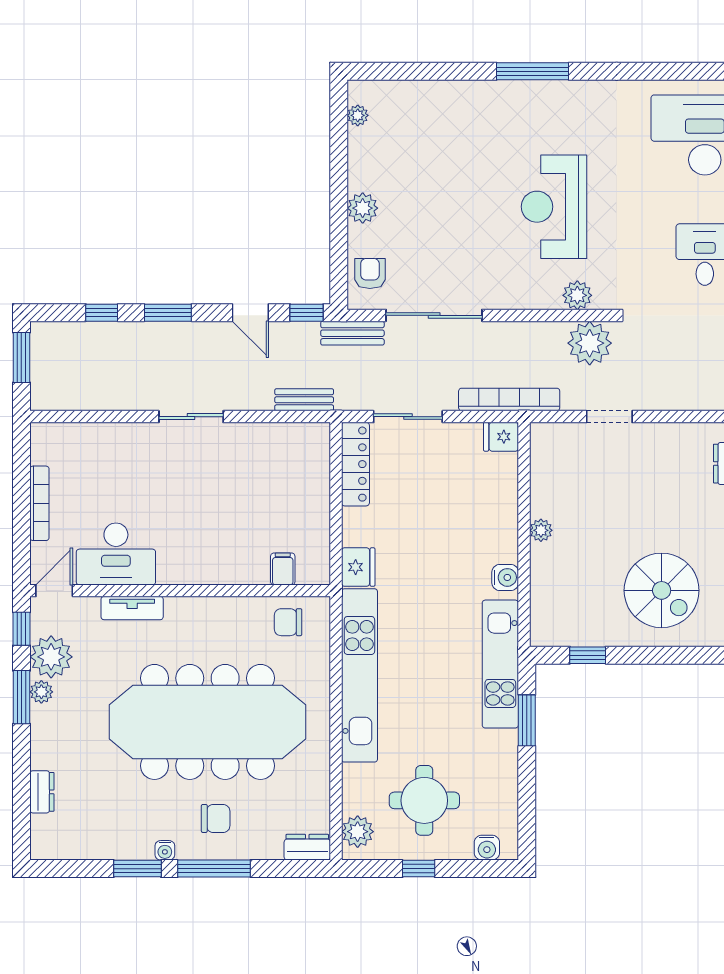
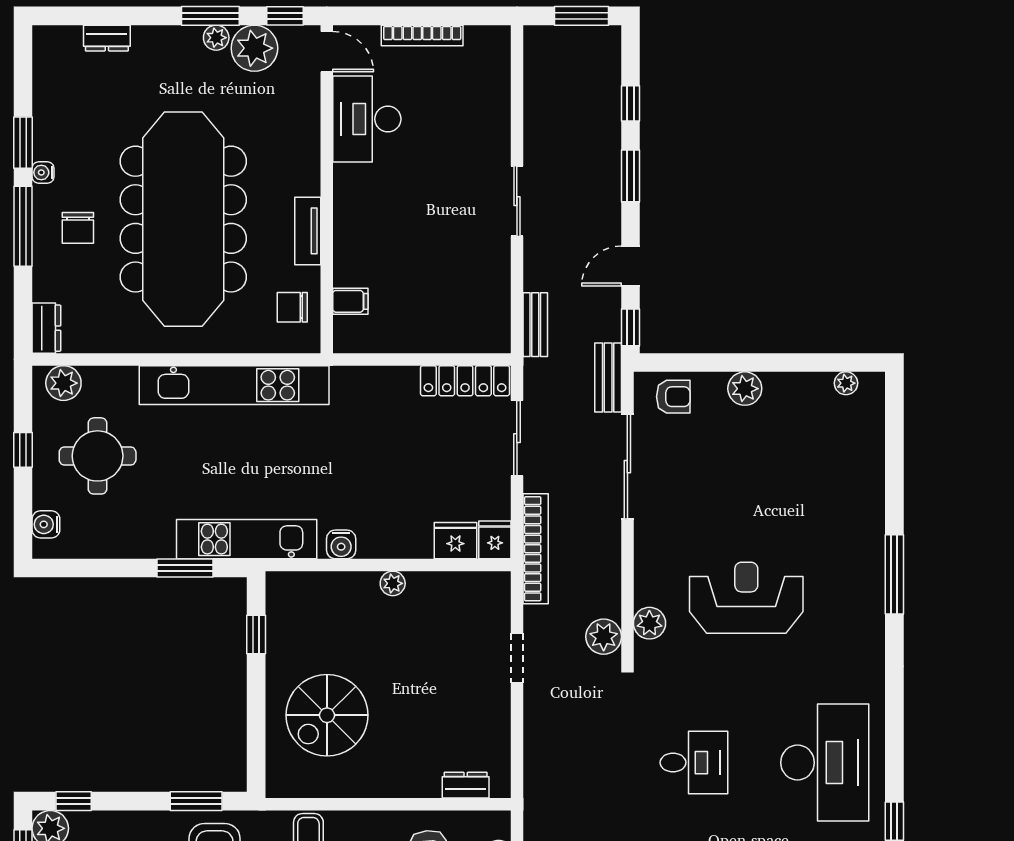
plant: (590, 343) -> (604, 637), width x0.73, depth x0.73
fridge: (358, 567) -> (455, 541), moved, turned 180
tv unit: (132, 608) -> (308, 231), moved
chair: (288, 622) -> (292, 307), turned -90

